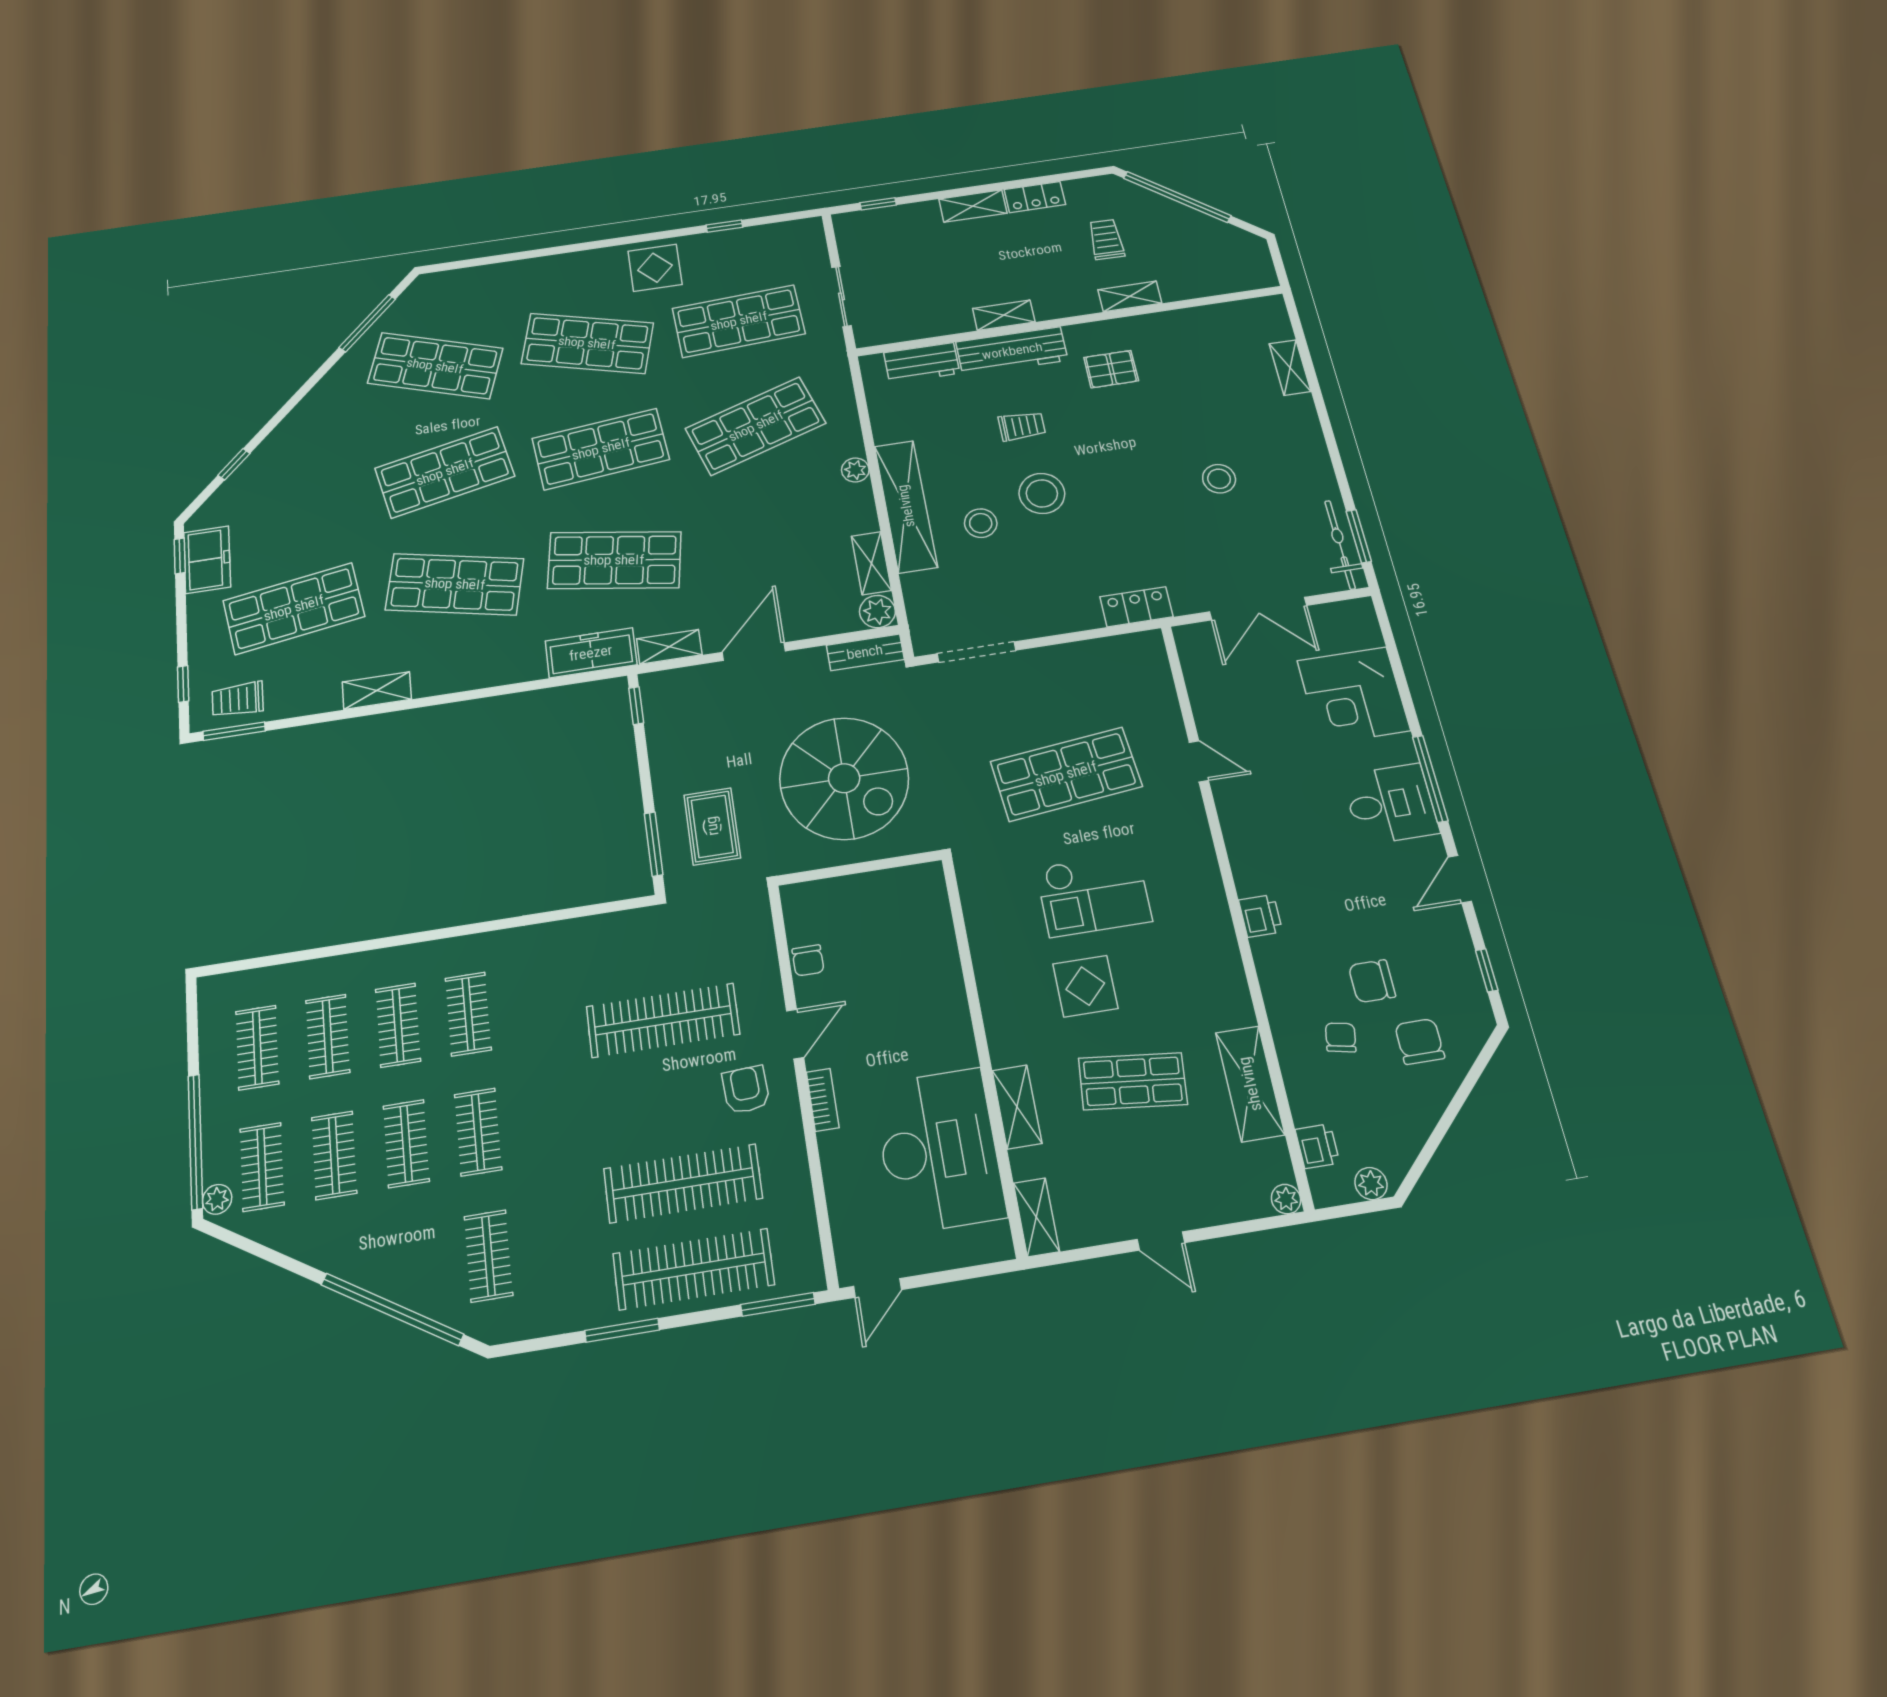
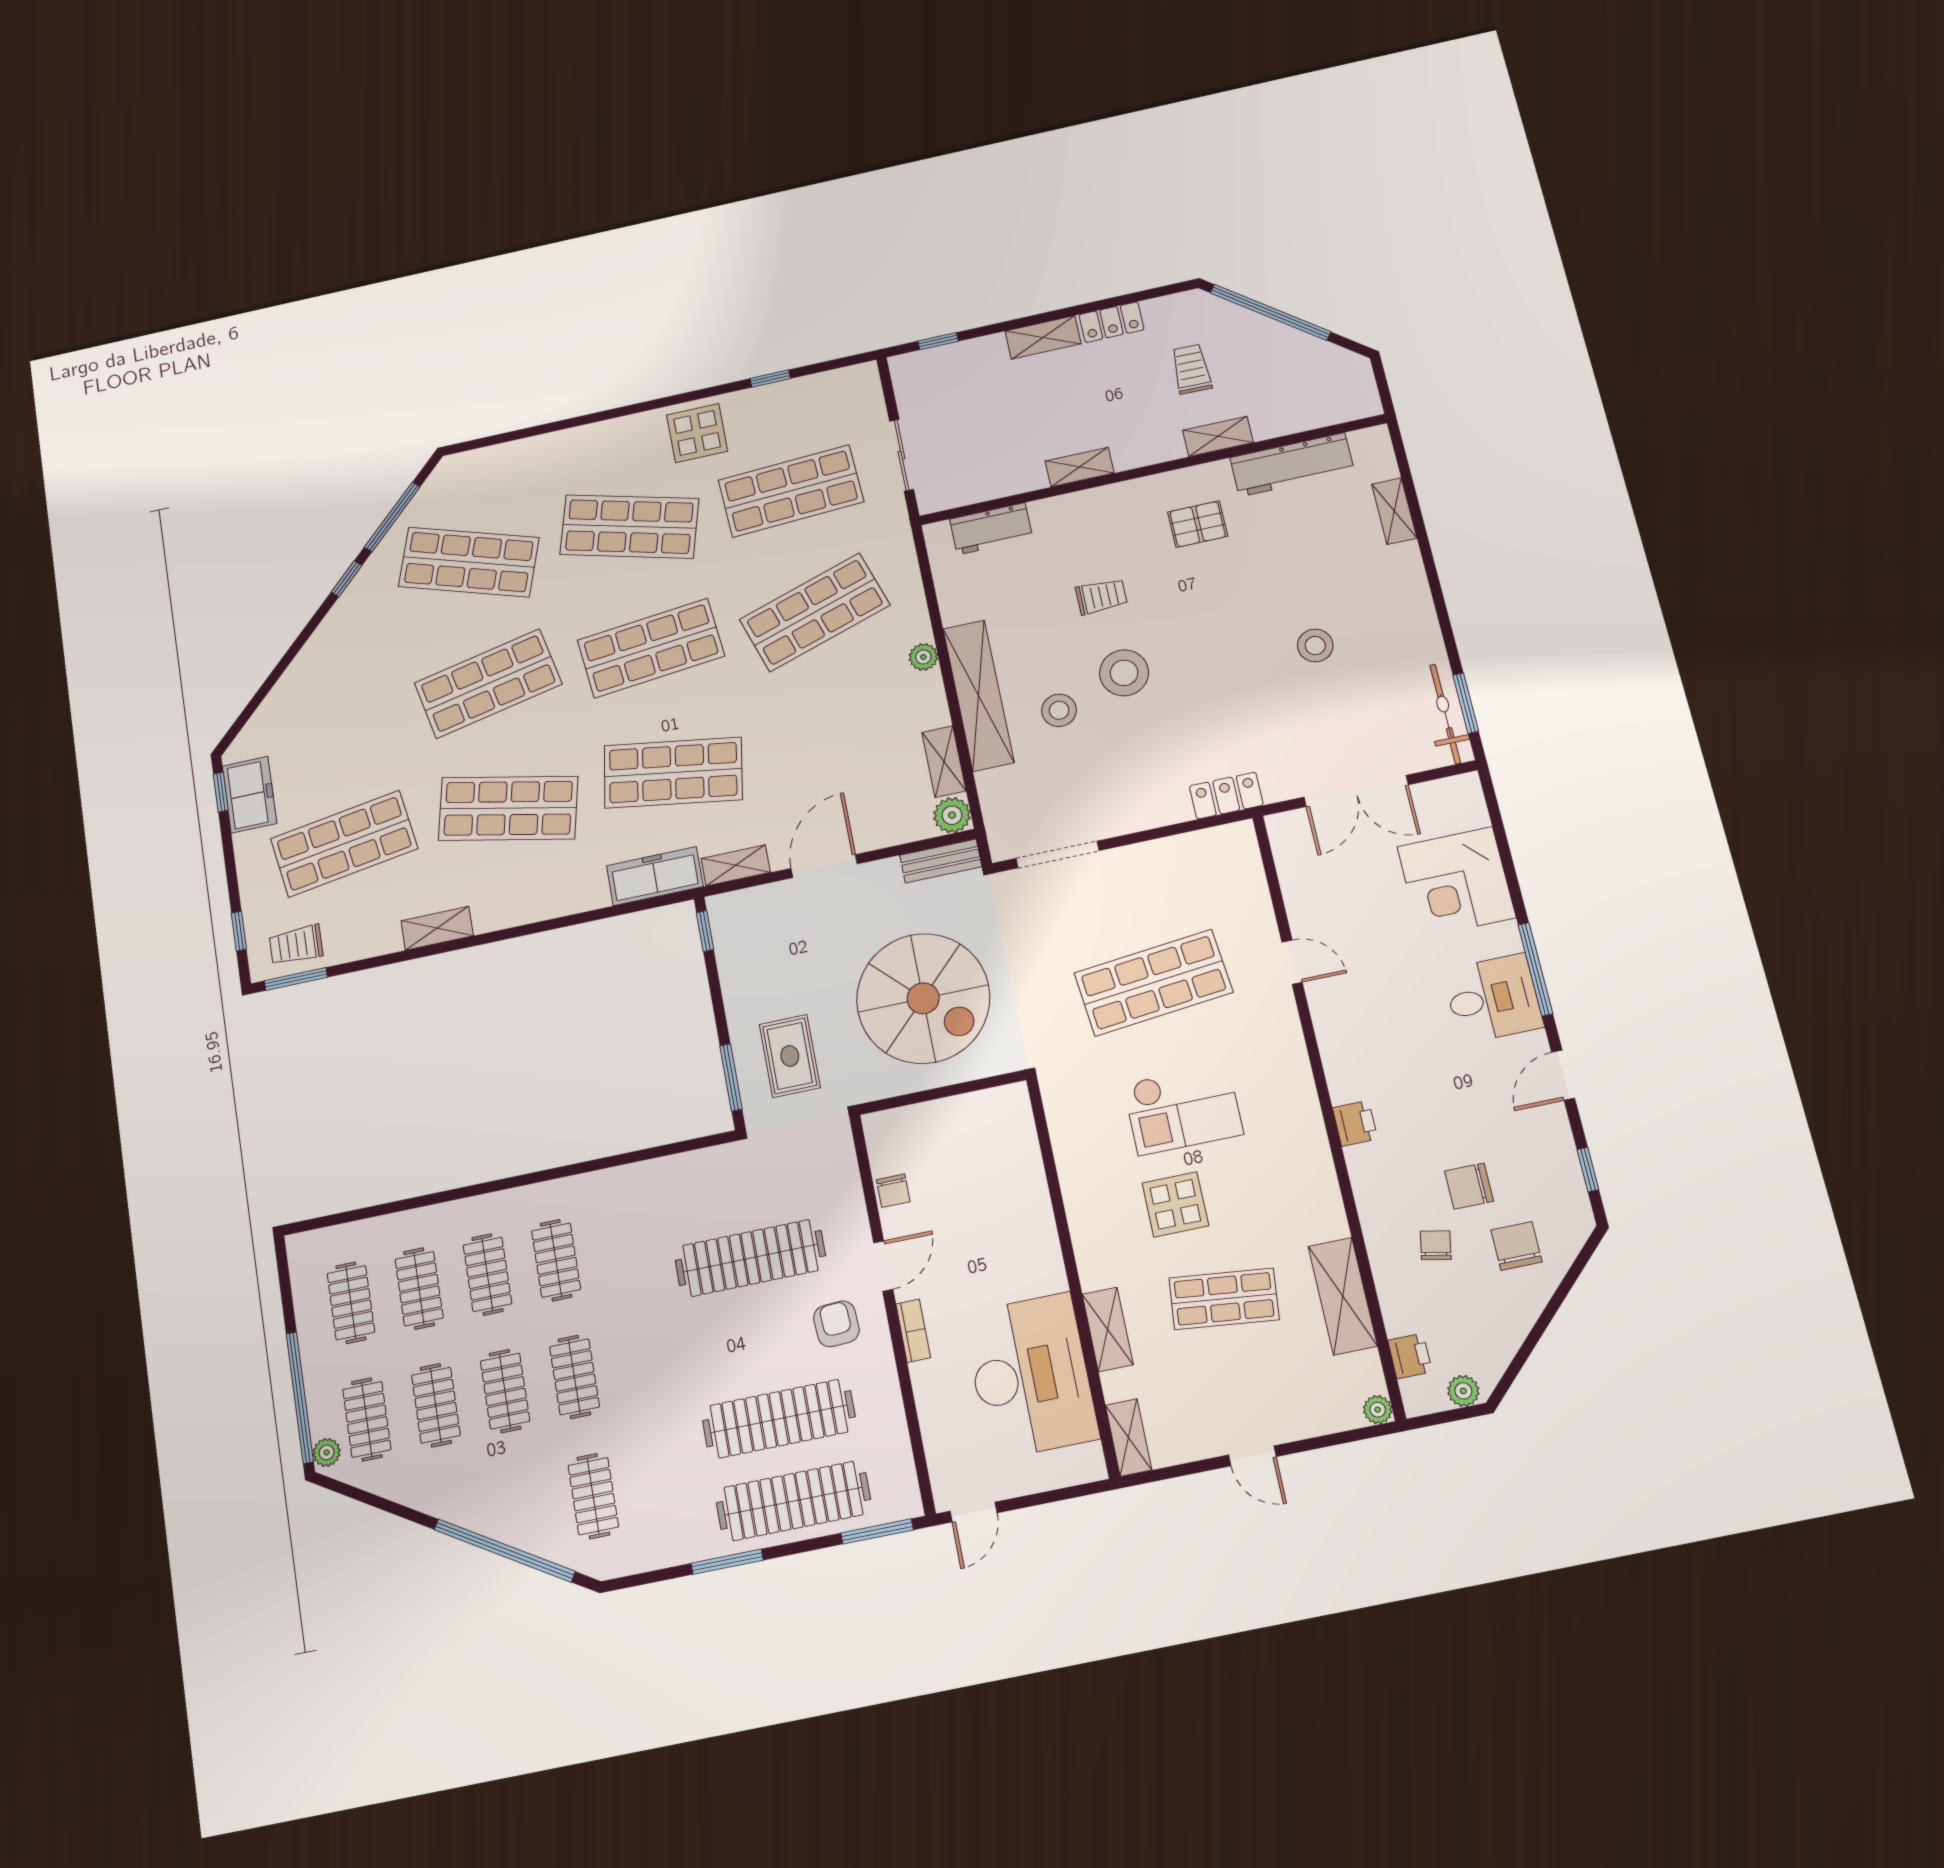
workbench: (1012, 351) -> (1292, 465), moved
window: (234, 464) -> (347, 579), moved

